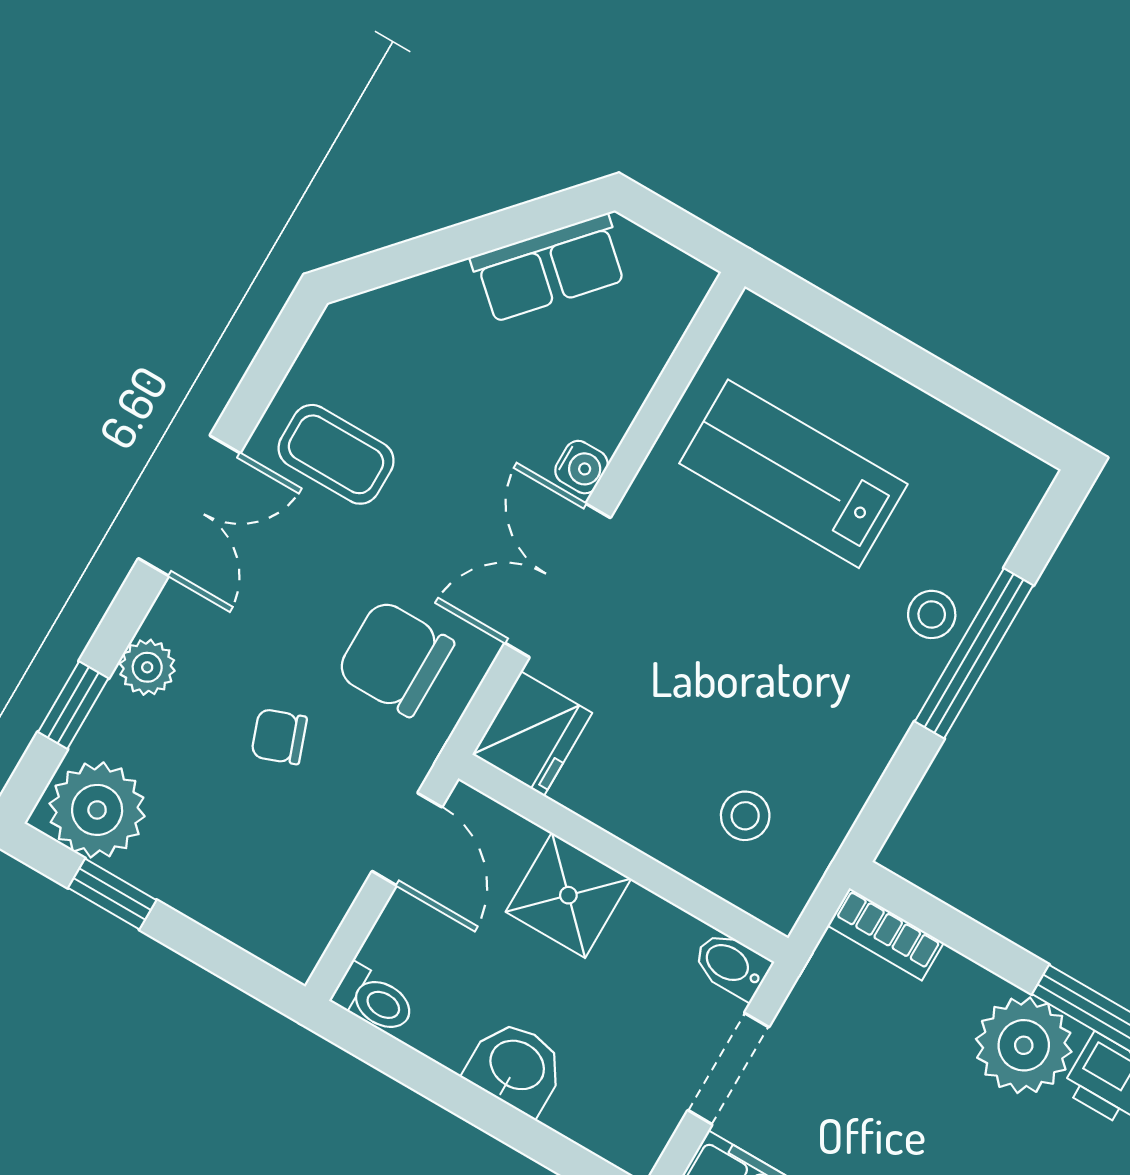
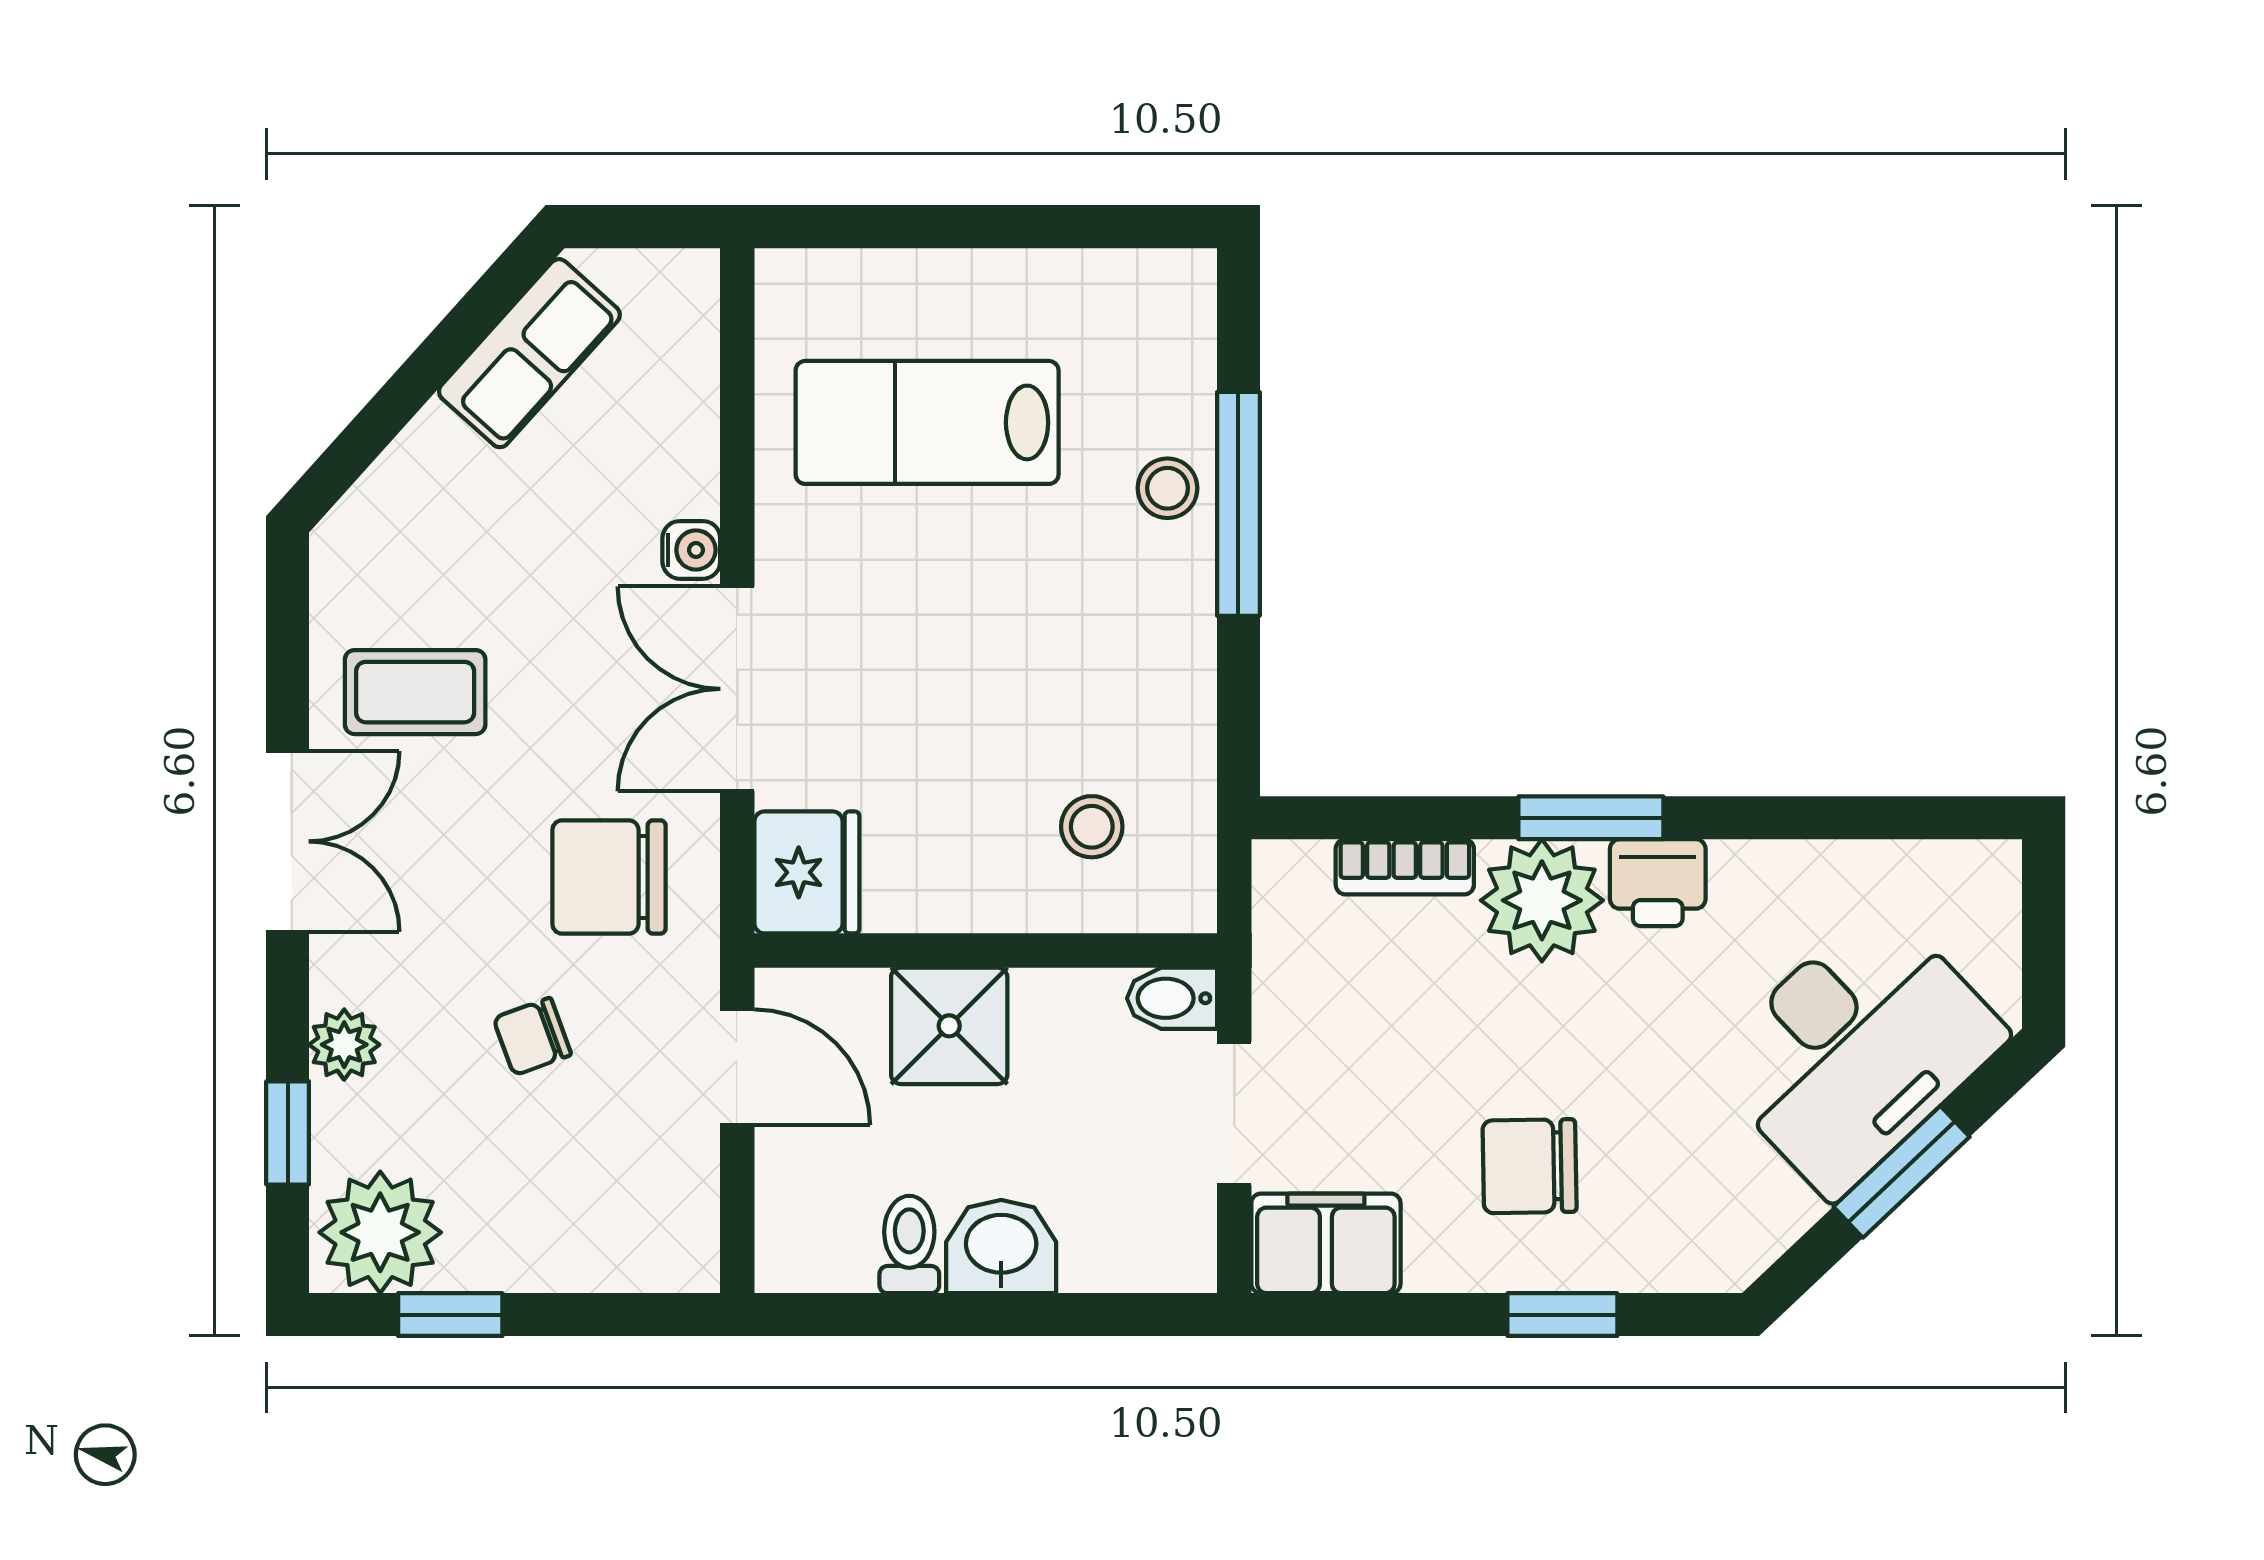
bookcase: (886, 934) -> (1405, 867), moved
toilet: (374, 999) -> (909, 1244), moved, turned -90

